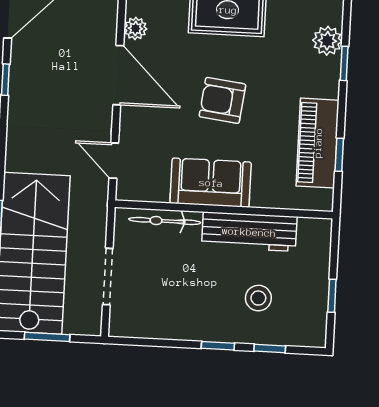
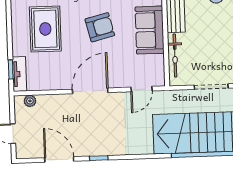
plant: (135, 28) -> (61, 83), removed
armchair: (222, 100) -> (100, 27), turned -111

